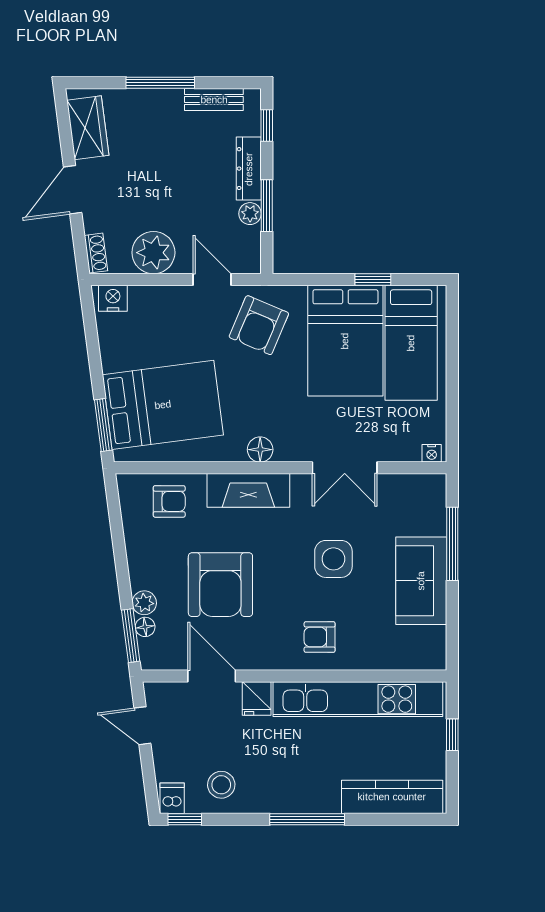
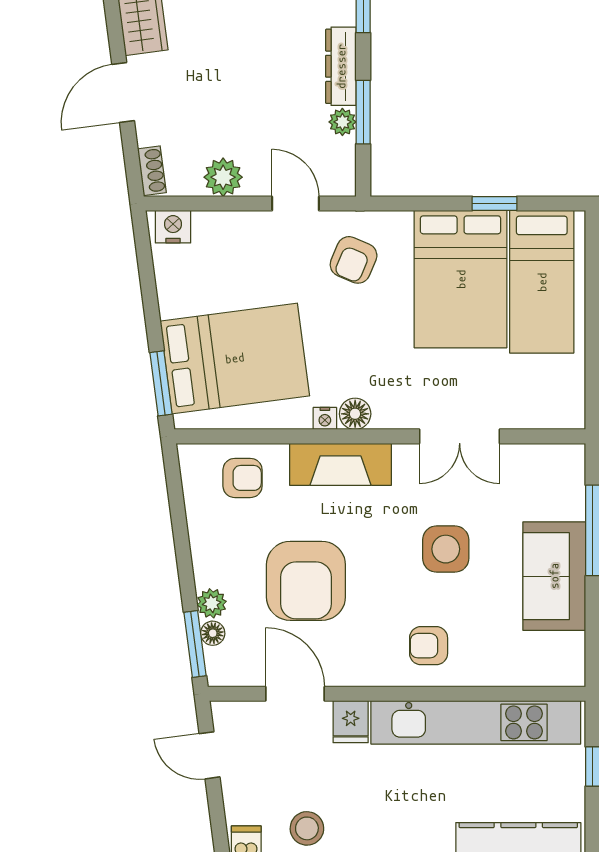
plant: (153, 253) -> (223, 177), width x0.73, depth x0.73
armchair: (259, 325) -> (354, 260), width x0.72, depth x0.72
nightstand: (432, 453) -> (325, 418), moved

